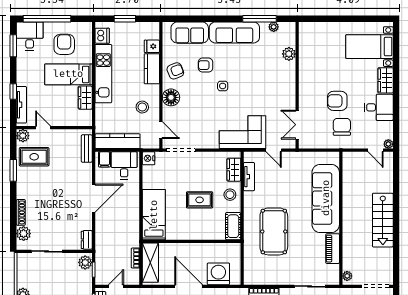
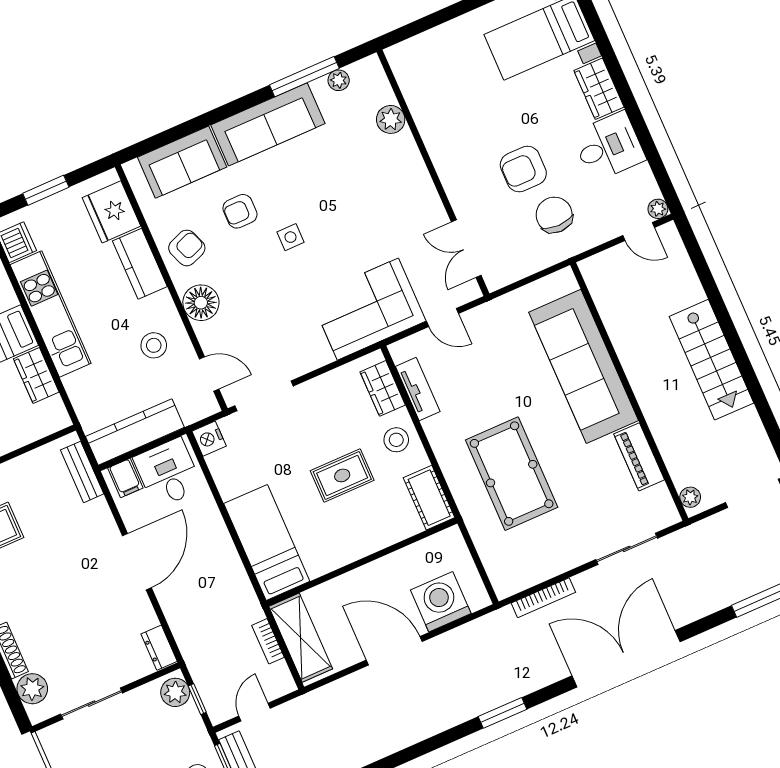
fridge: (152, 46) -> (112, 212), width x1.88, depth x1.34

